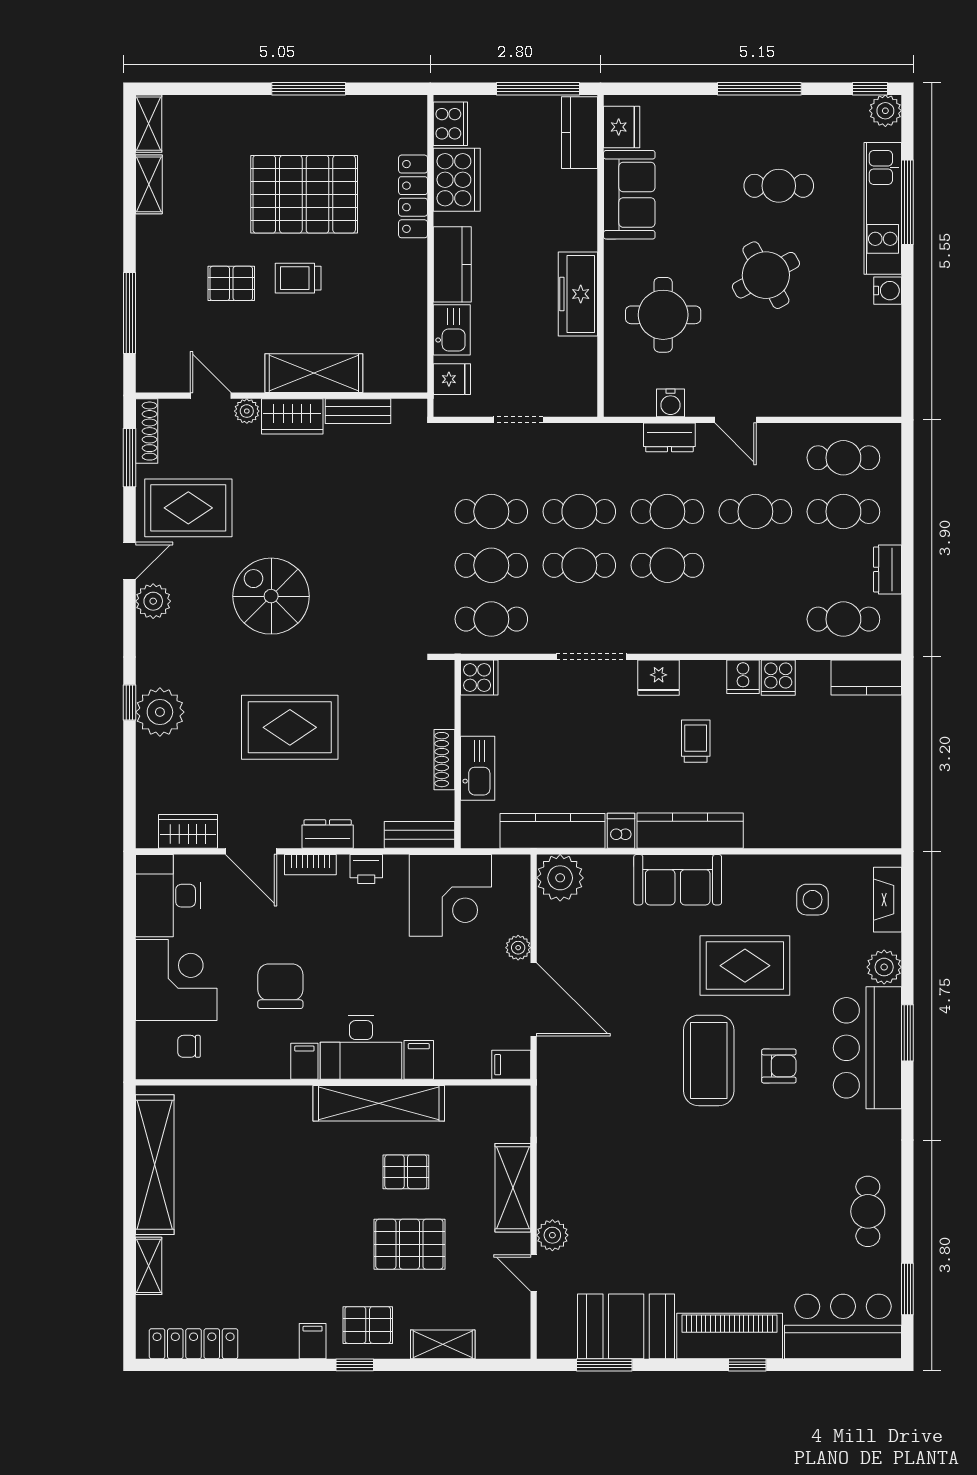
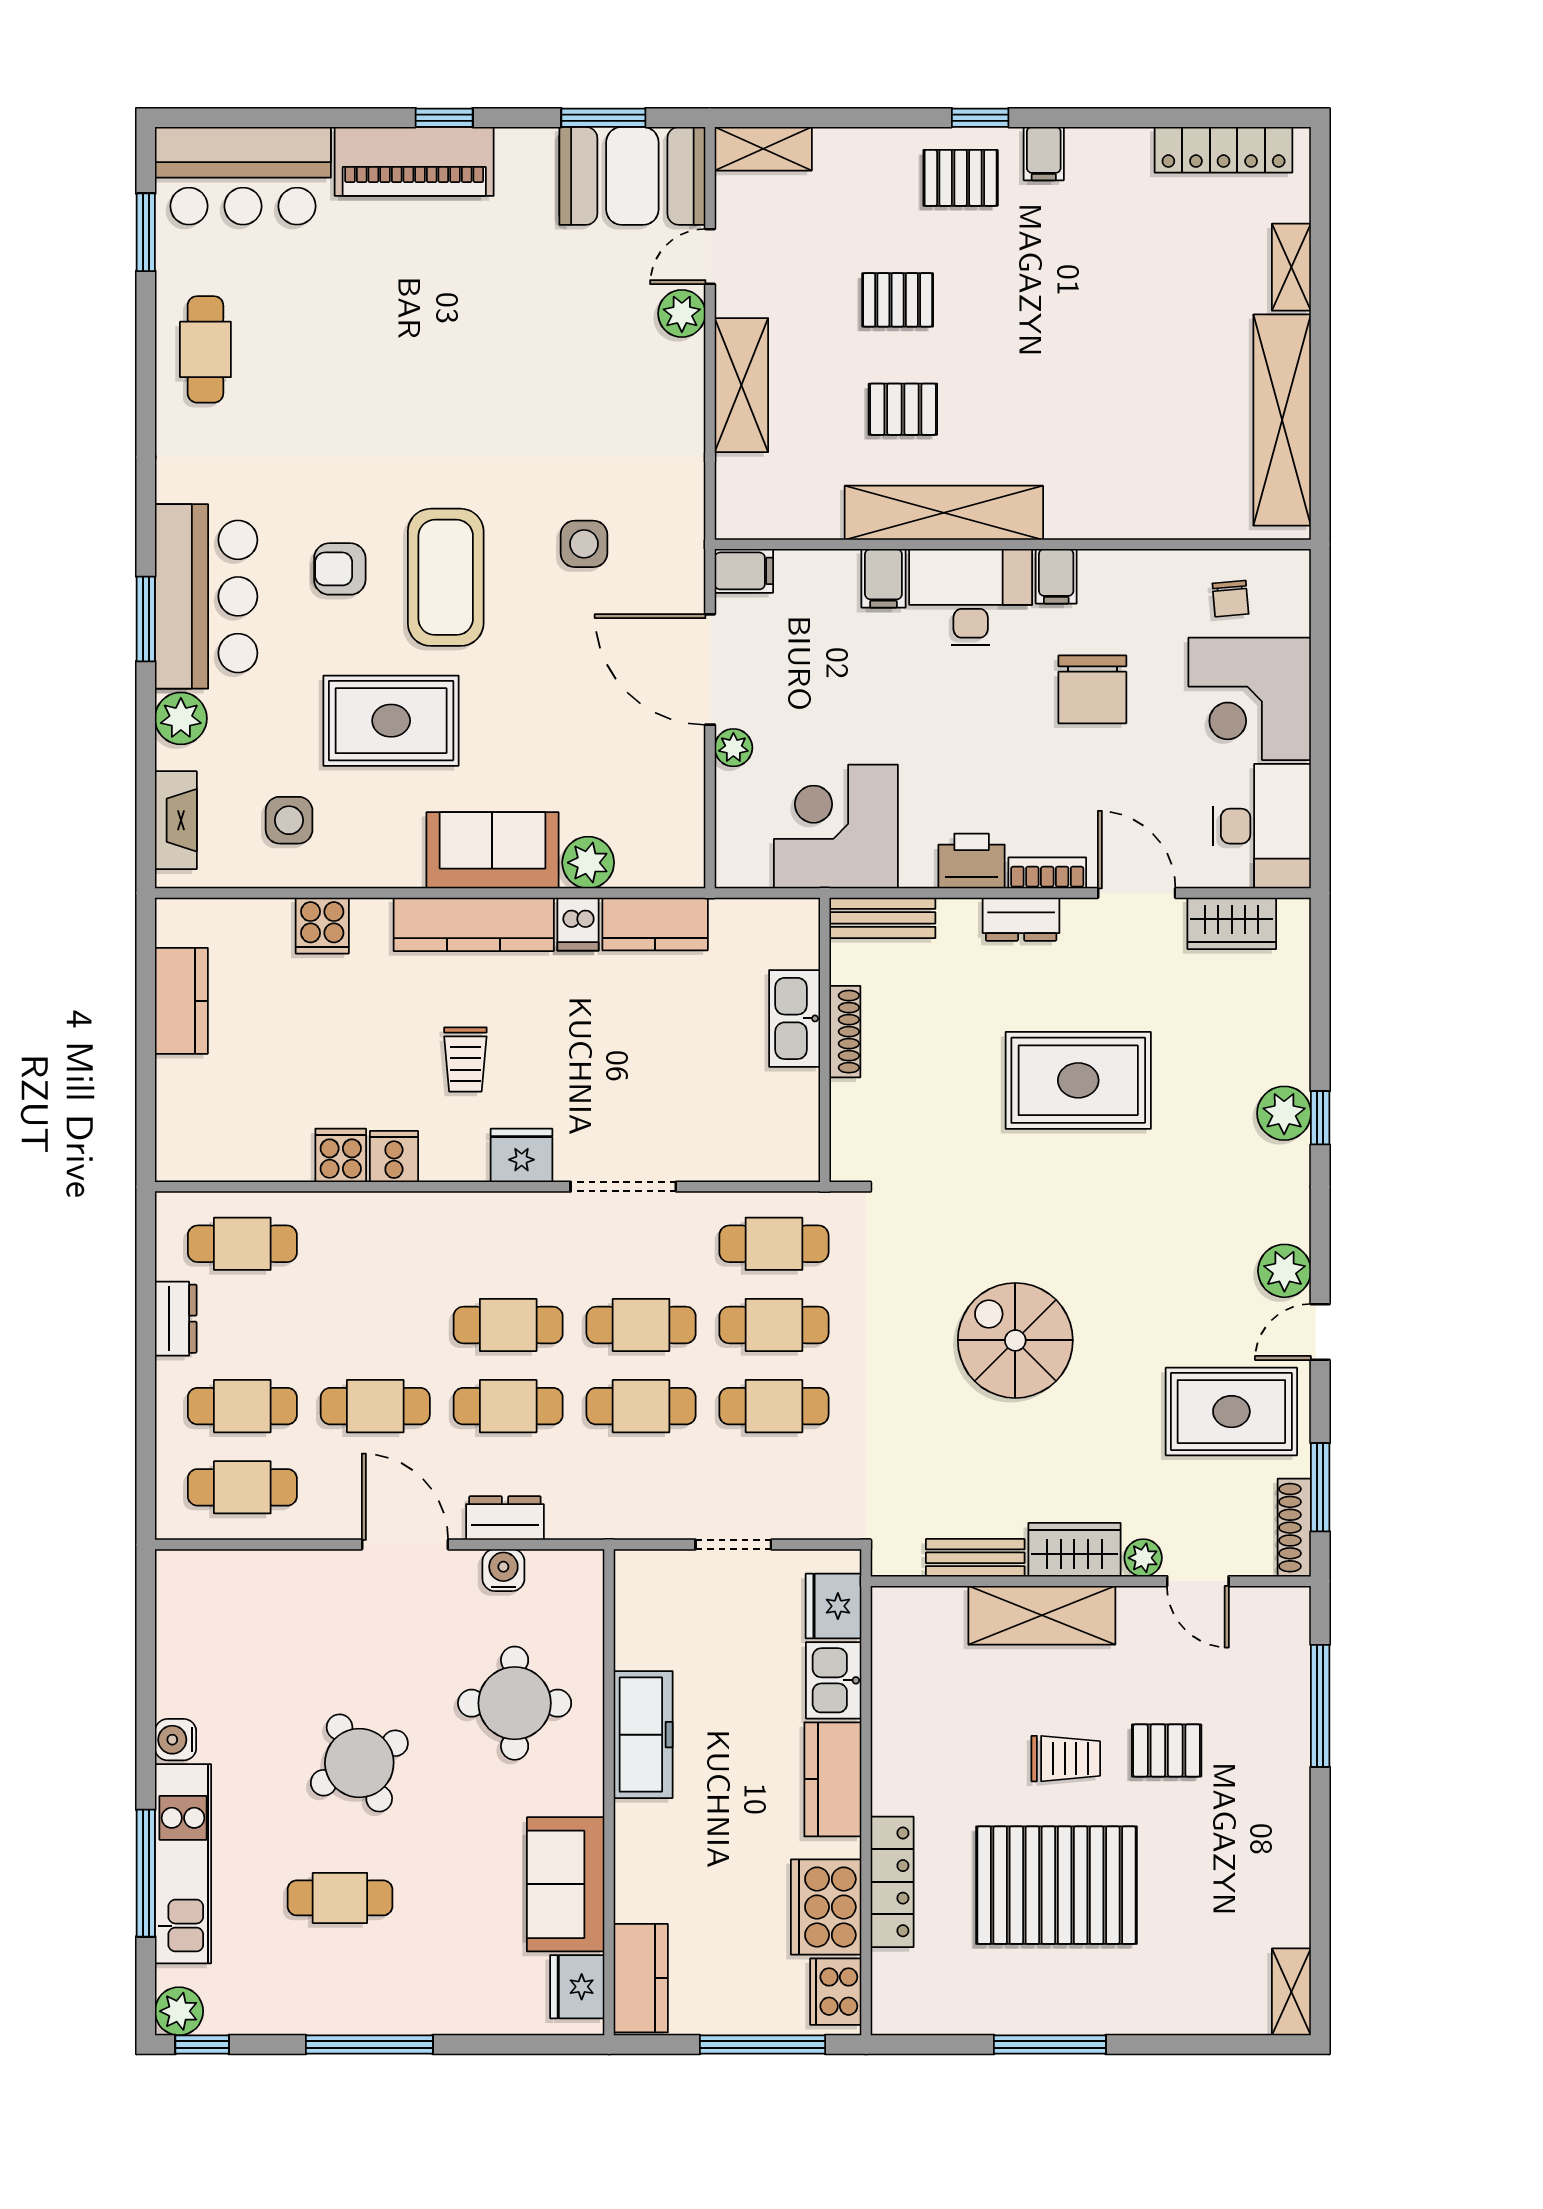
window: (538, 89) -> (763, 2045), moved
shelving: (149, 184) -> (1291, 1900), removed
fridge: (452, 379) -> (834, 1606), width x1.38
door: (736, 420) -> (405, 1544), width x1.38
spiral stairs: (271, 596) -> (1015, 1340), moved, turned 180
kitchen counter: (866, 677) -> (181, 1001), moved, turned 90
cooker: (479, 678) -> (322, 926), moved, turned -90
plant: (160, 712) -> (1284, 1113), width x0.73, depth x0.73
kitchen counter: (553, 831) -> (655, 924), width x0.67
printer: (366, 869) -> (972, 861), width x1.36, depth x1.24
plant: (560, 878) -> (588, 863), moved, width x0.73, depth x0.73
chair: (189, 1046) -> (1230, 599), turned 85
side table: (617, 1083) -> (584, 544), added
pallet: (409, 1244) -> (898, 300), width x0.67, depth x0.71
door: (534, 1273) -> (710, 257), swing flipped
booth: (626, 1326) -> (632, 176), moved
shelving: (443, 1344) -> (763, 149), moved
window: (747, 1365) -> (444, 118), moved

